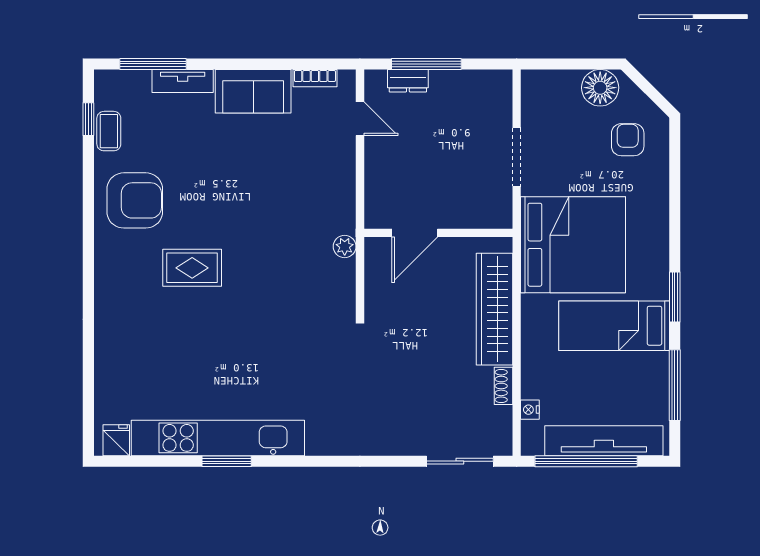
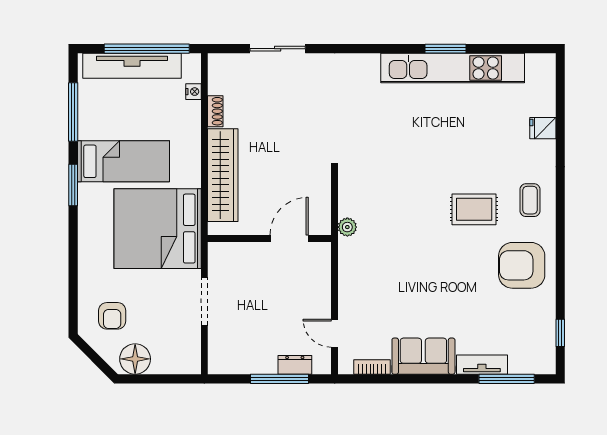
coffee table: (109, 131) -> (530, 200), moved
fridge: (116, 440) -> (543, 128), moved, turned 90
sliding door: (460, 461) -> (278, 49), moved

